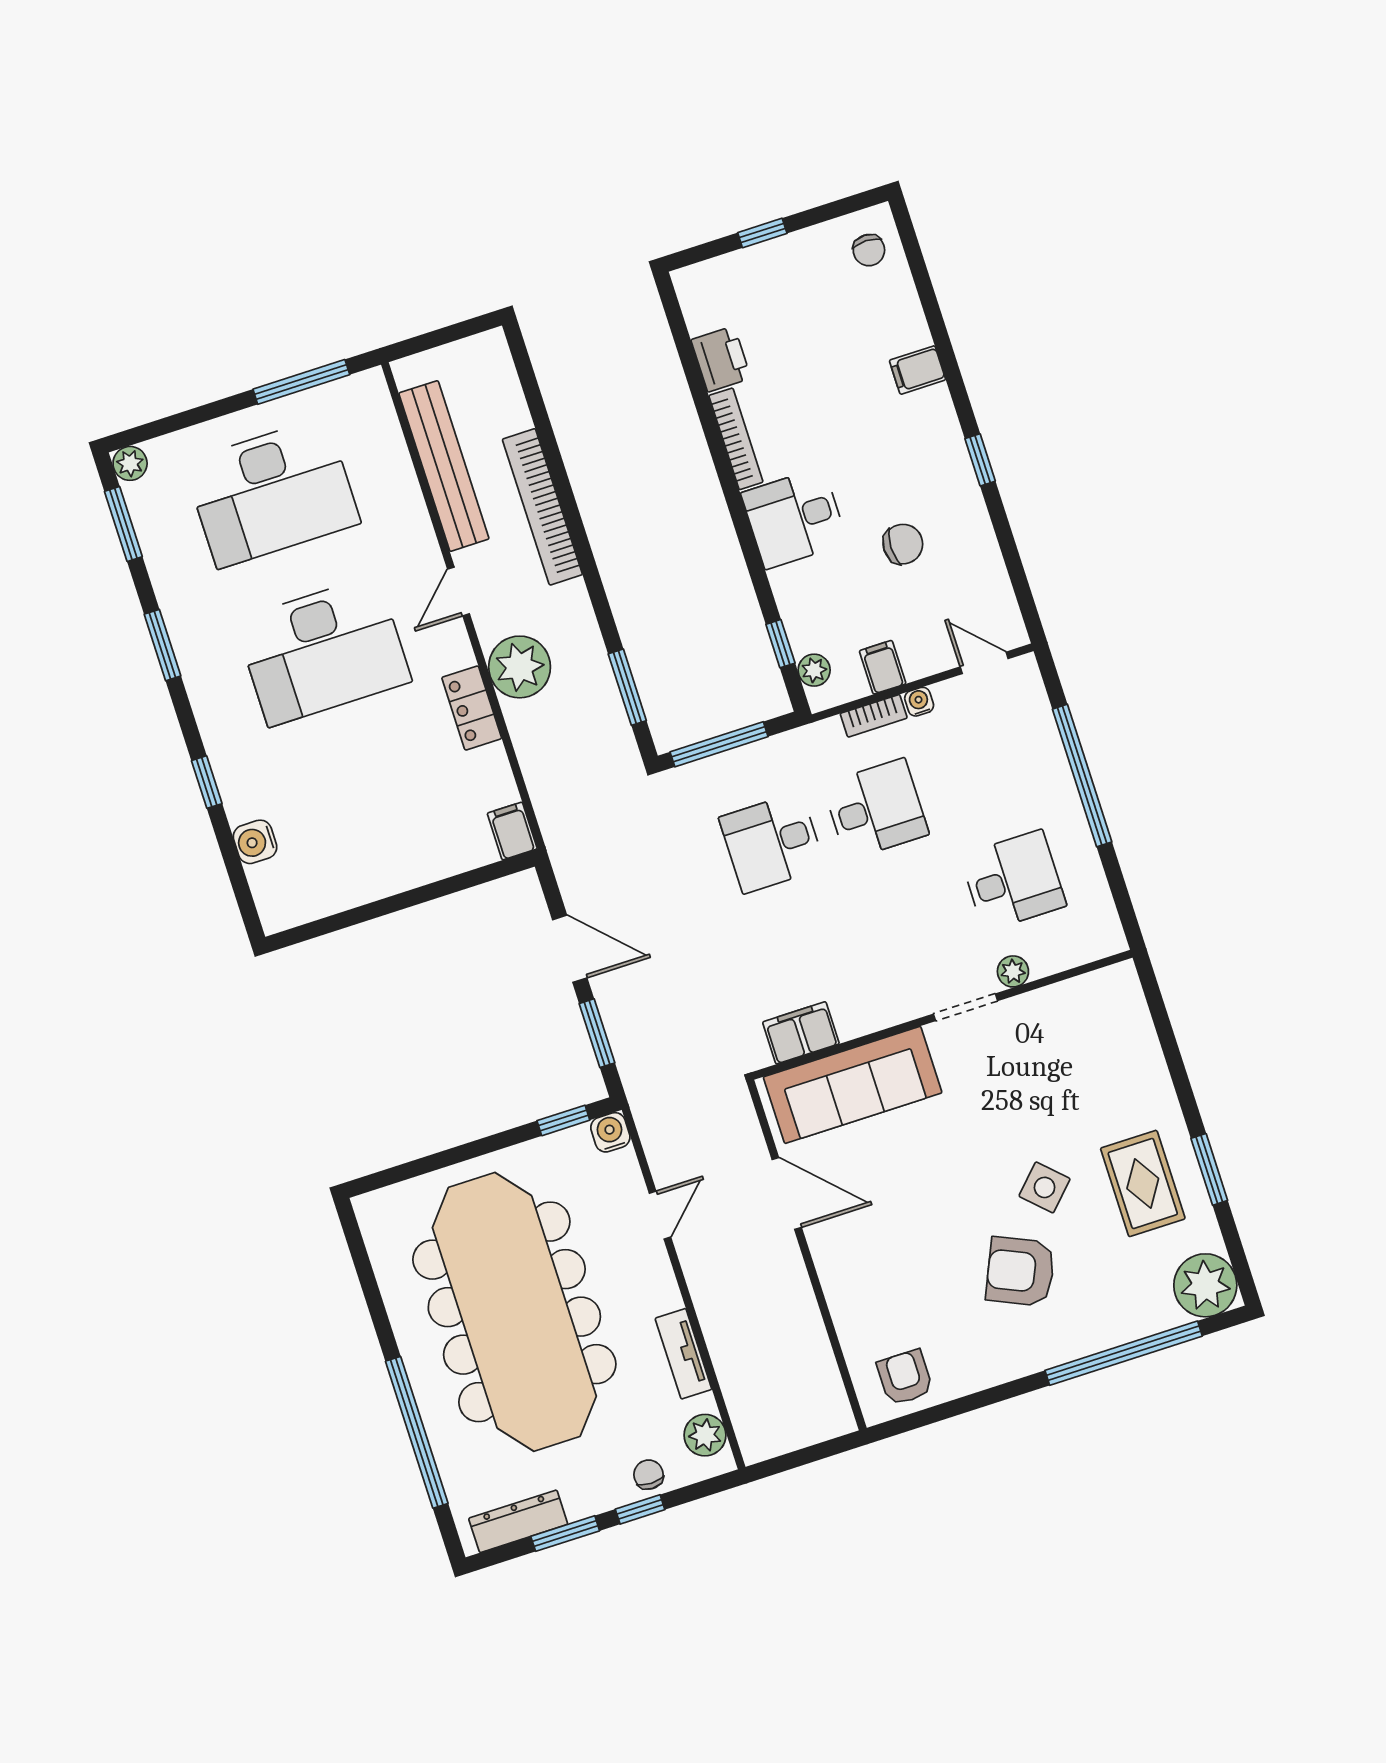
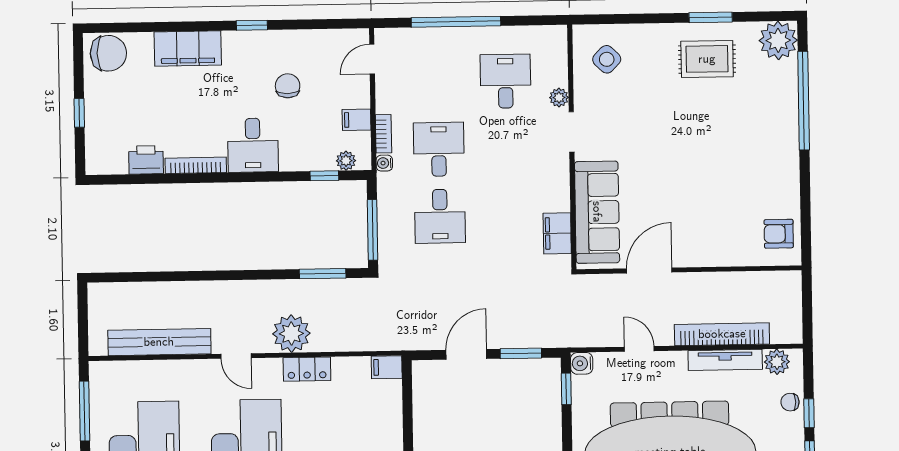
chair: (869, 250) -> (108, 53), width x1.87, depth x1.87
filing cabinet: (917, 370) -> (188, 49), width x3.00, depth x1.17
bookcase: (542, 507) -> (722, 334), moved, turned 180
water cooler: (919, 702) -> (384, 163), moved
side table: (1045, 1187) -> (607, 59), moved
armchair: (1020, 1271) -> (737, 147), removed
tv unit: (683, 1354) -> (725, 360), width x1.41

